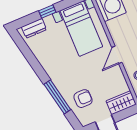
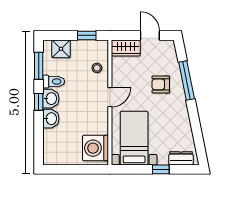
armchair: (83, 99) -> (161, 84), moved

